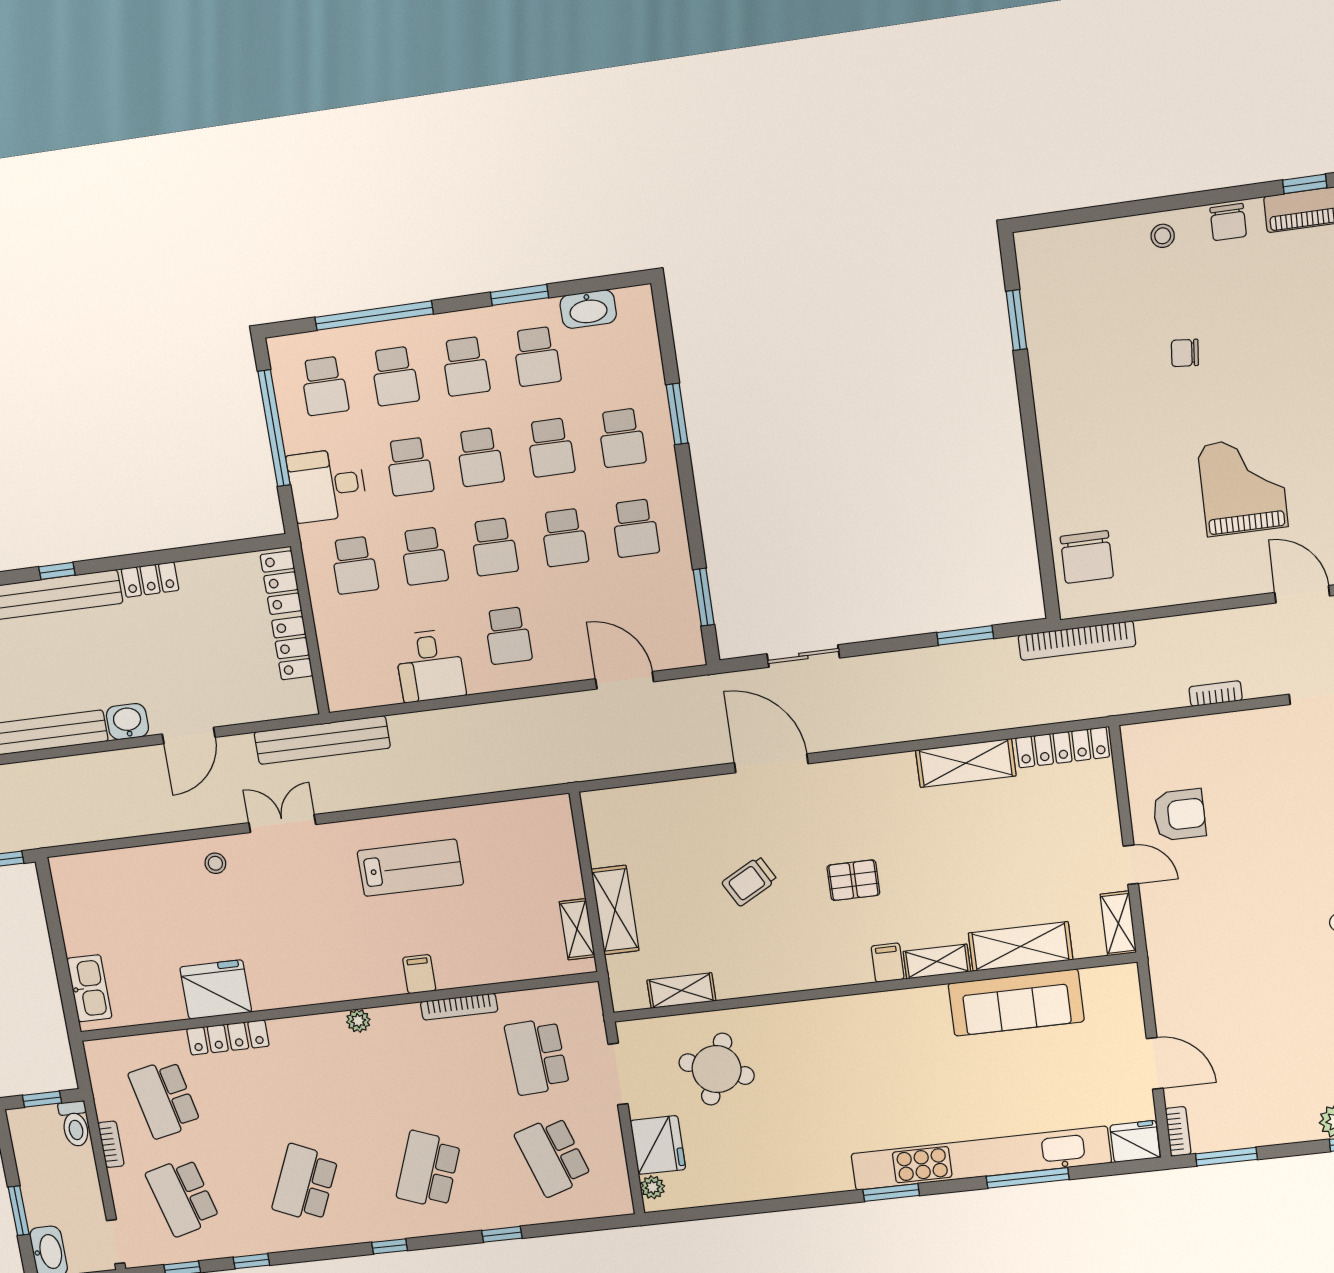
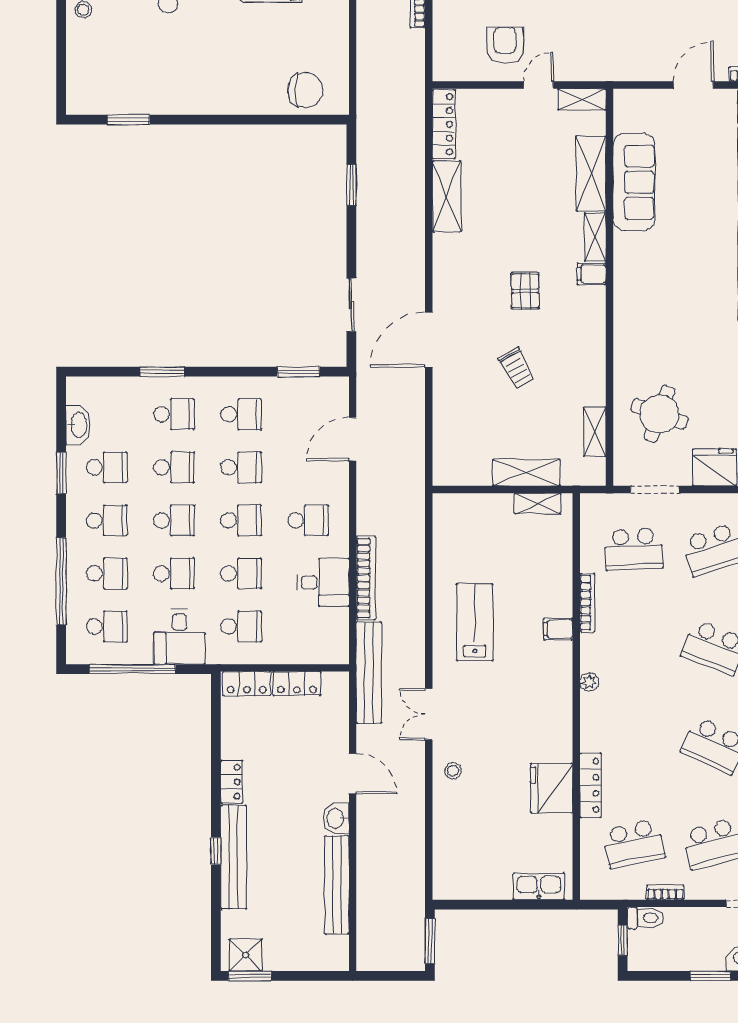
bookcase: (1077, 641) -> (366, 578), moved

